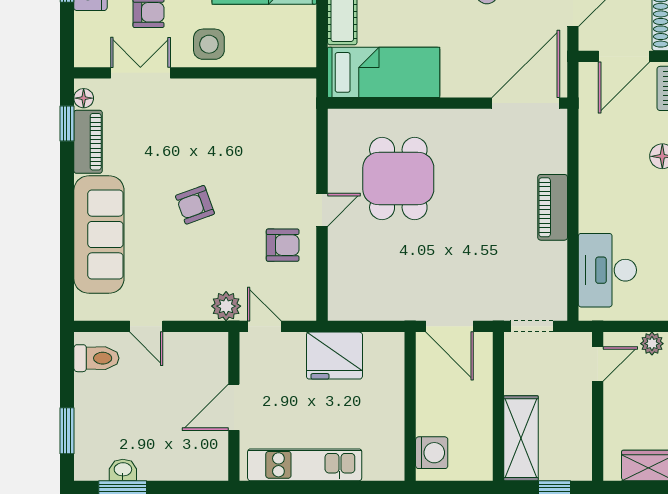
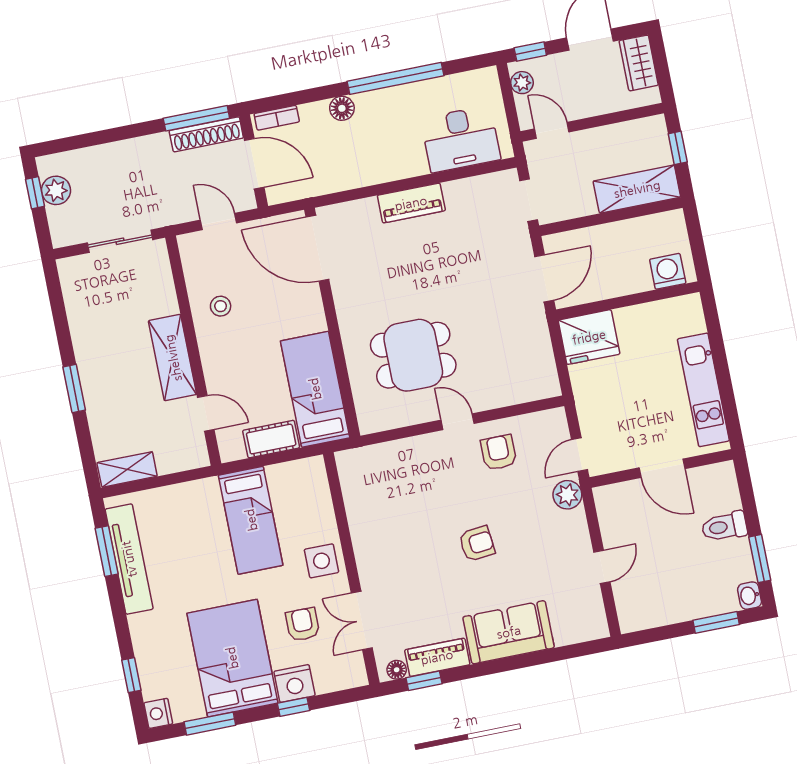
armchair: (195, 205) -> (477, 544), turned -76
sofa: (99, 235) -> (509, 632), width x0.73
fridge: (334, 356) -> (589, 337), moved, turned 90
toilet: (96, 358) -> (724, 527), moved, turned -90
washbasin: (123, 470) -> (750, 596), moved

